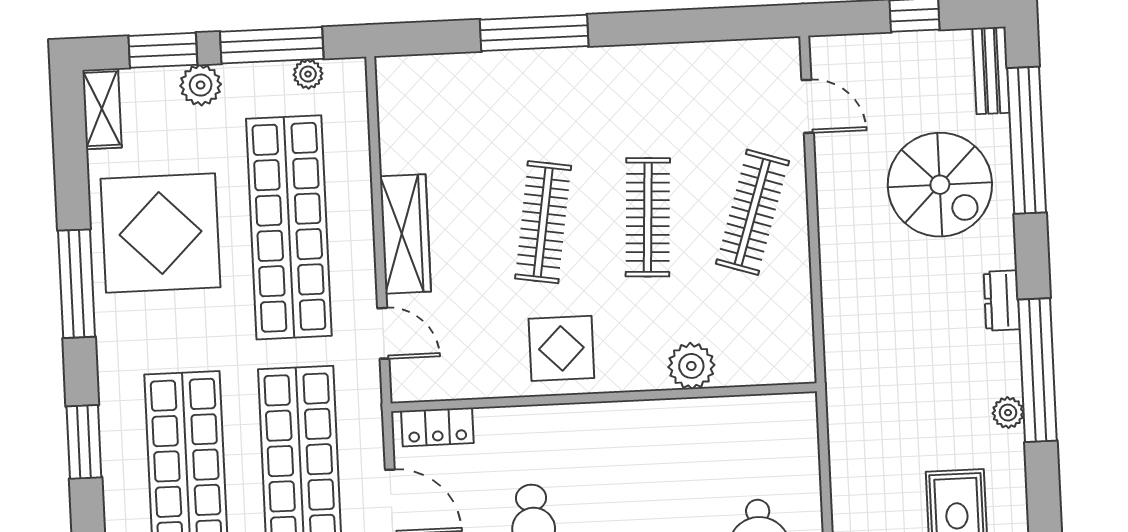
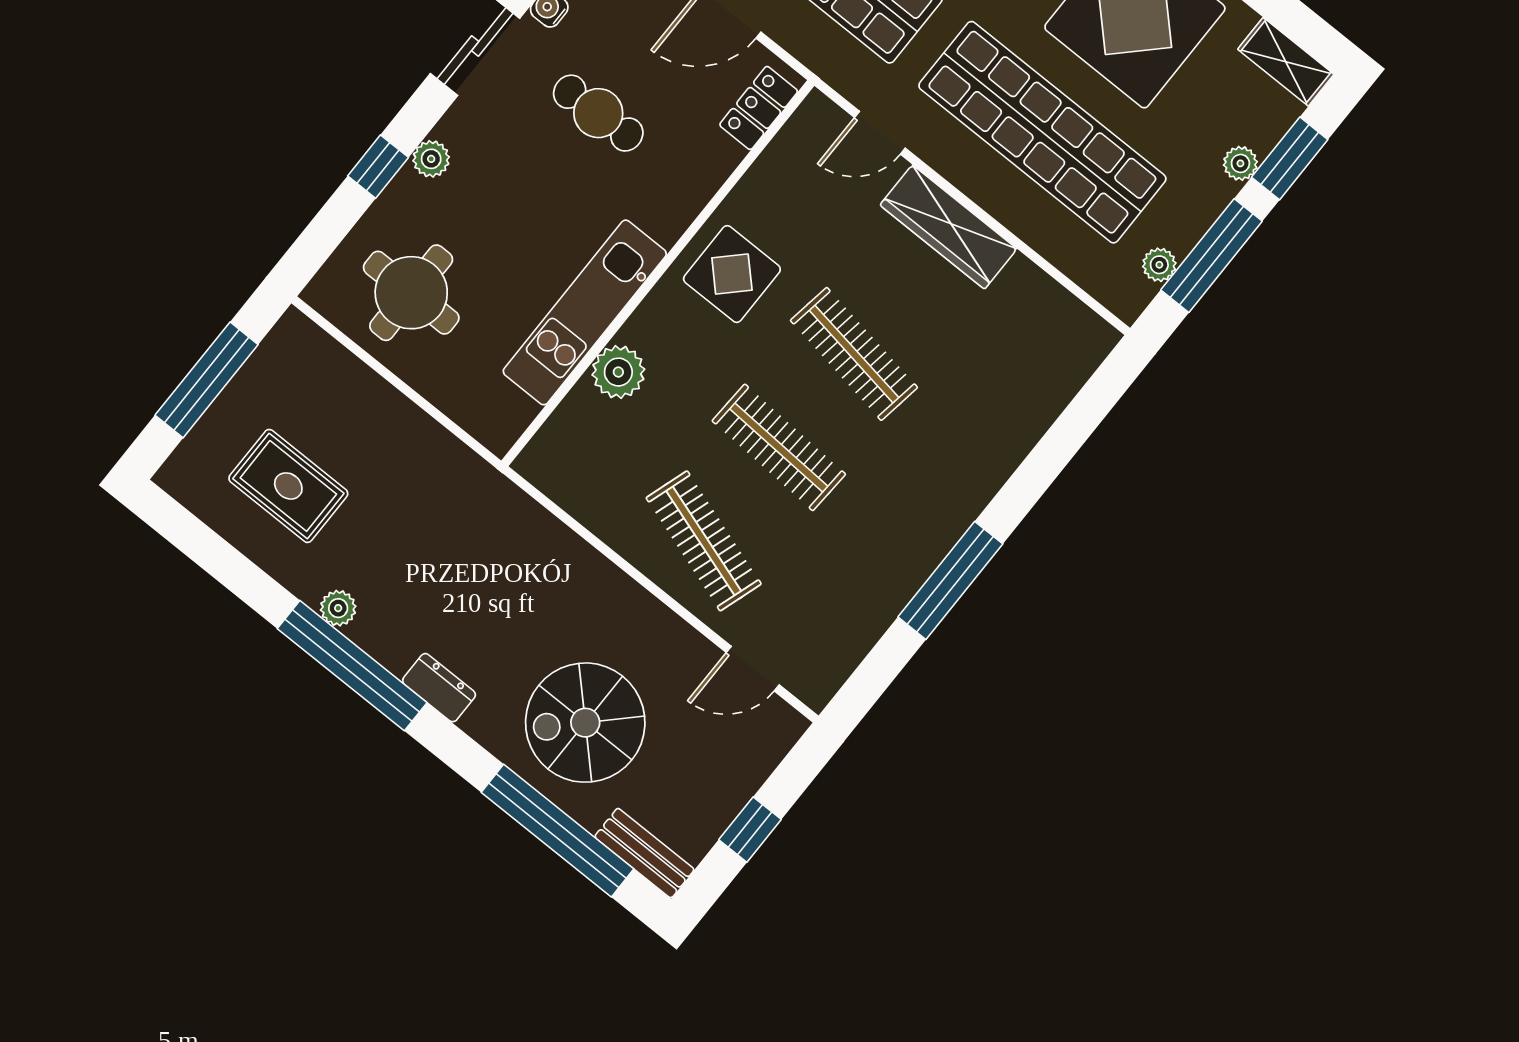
window: (534, 33) -> (950, 580), moved
plant: (201, 85) -> (1240, 163), width x0.73, depth x0.73
kitchen unit: (672, 422) -> (585, 312), added

